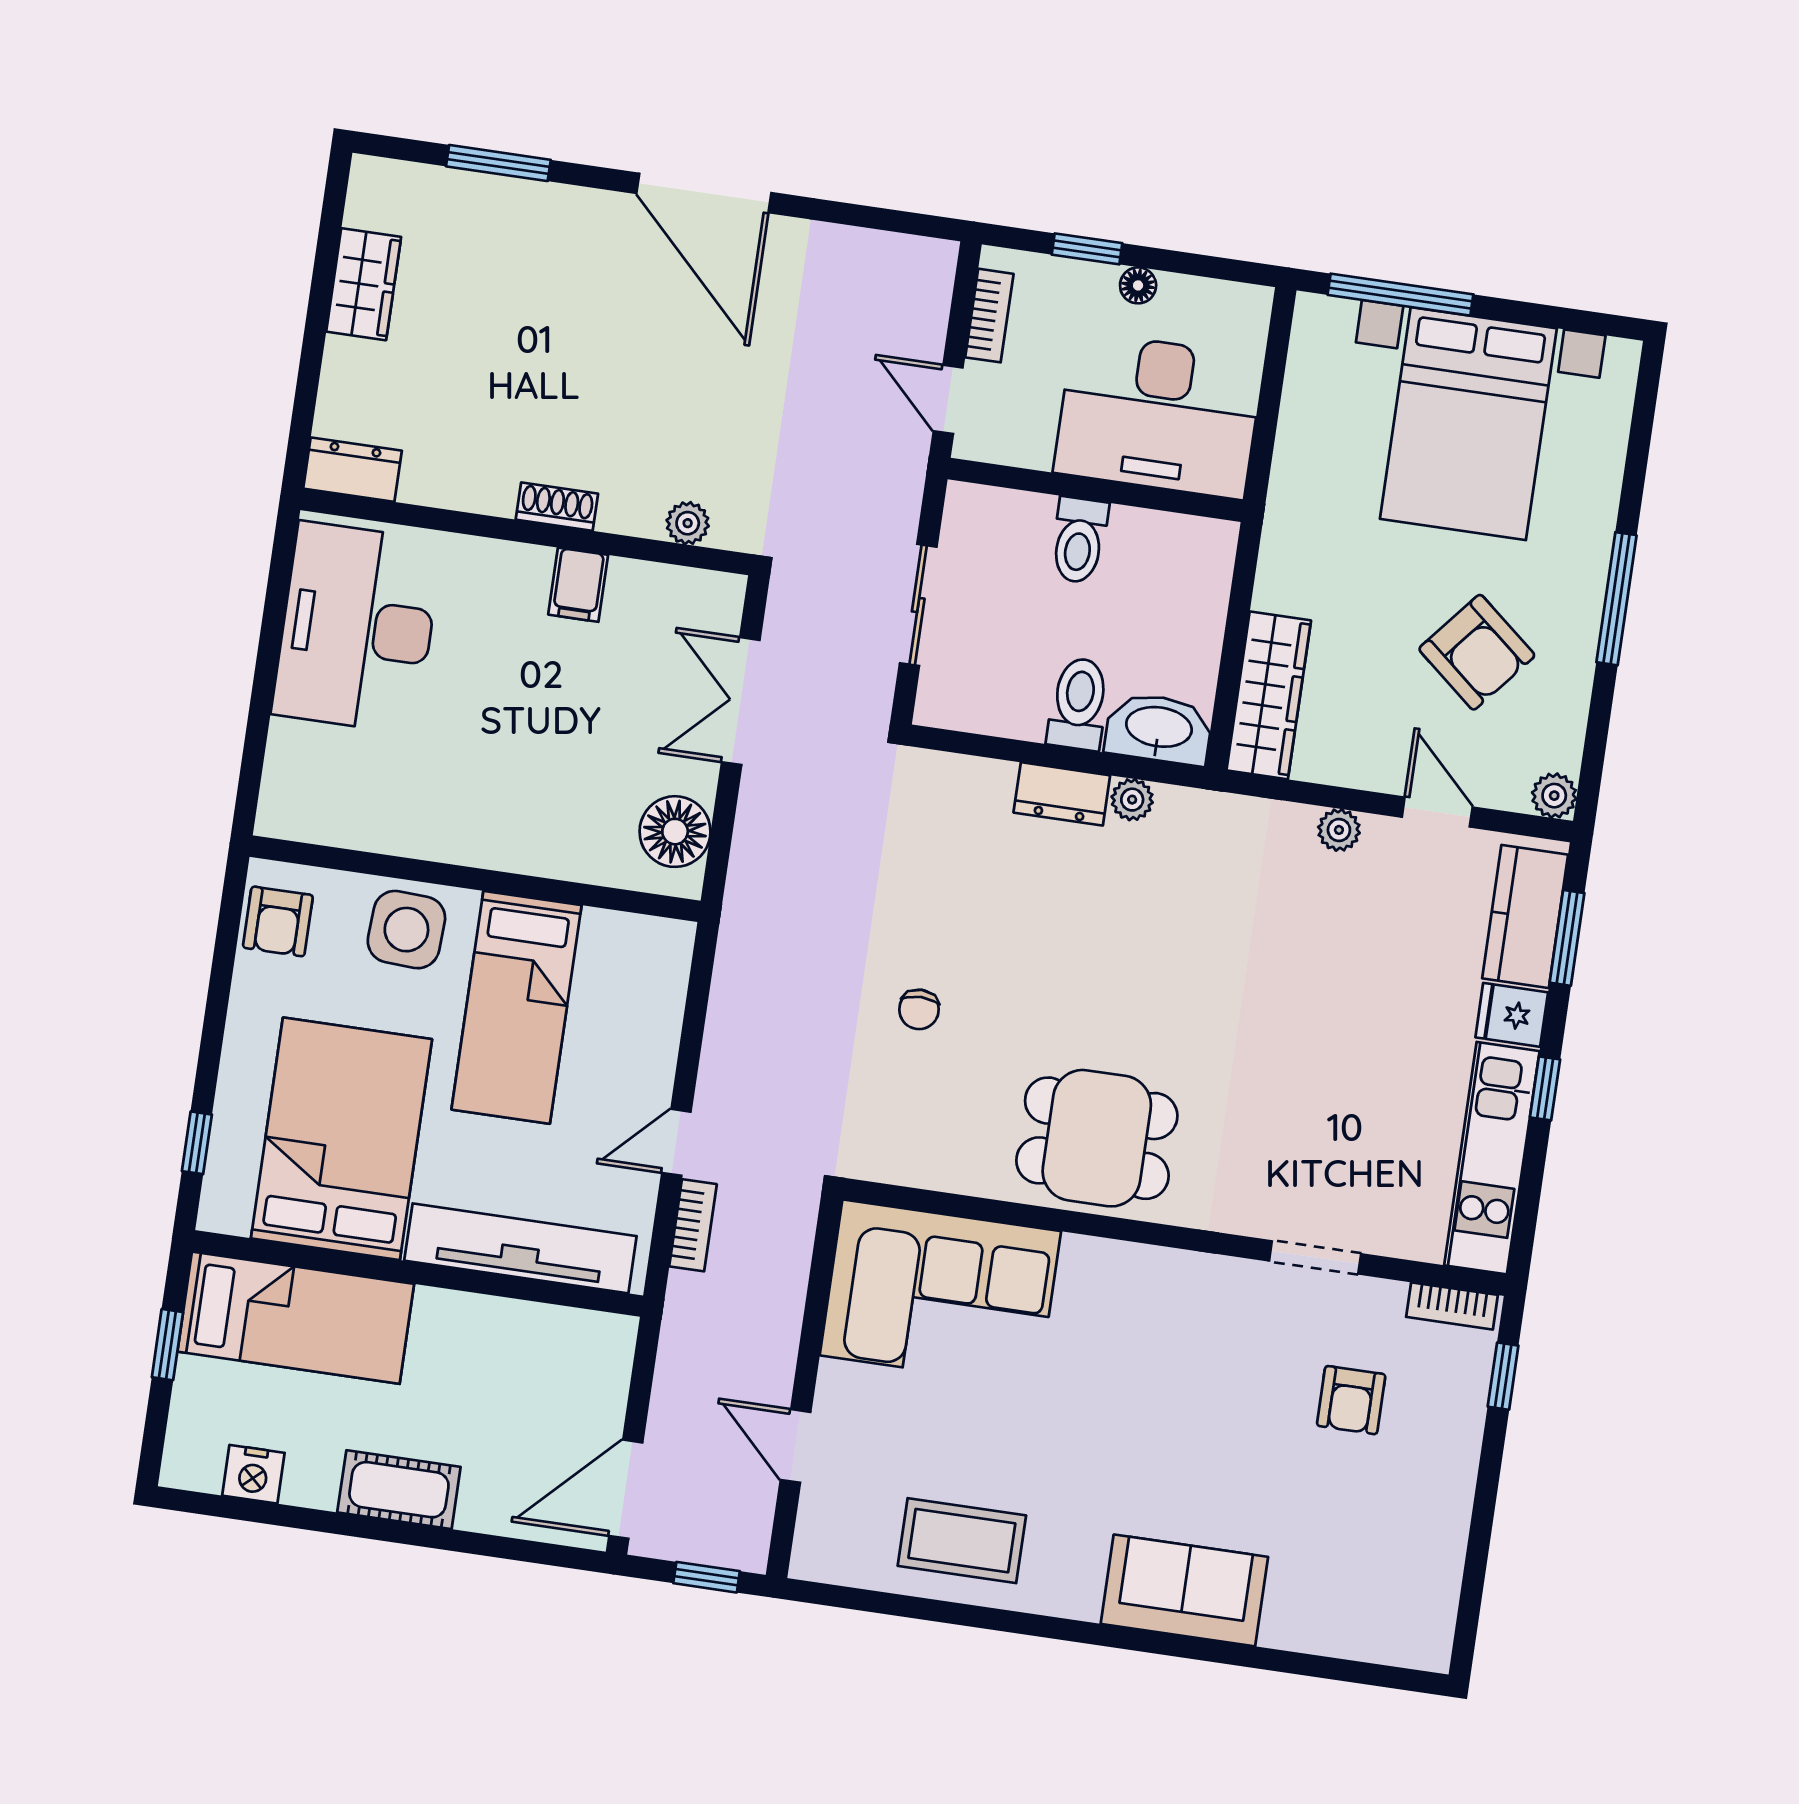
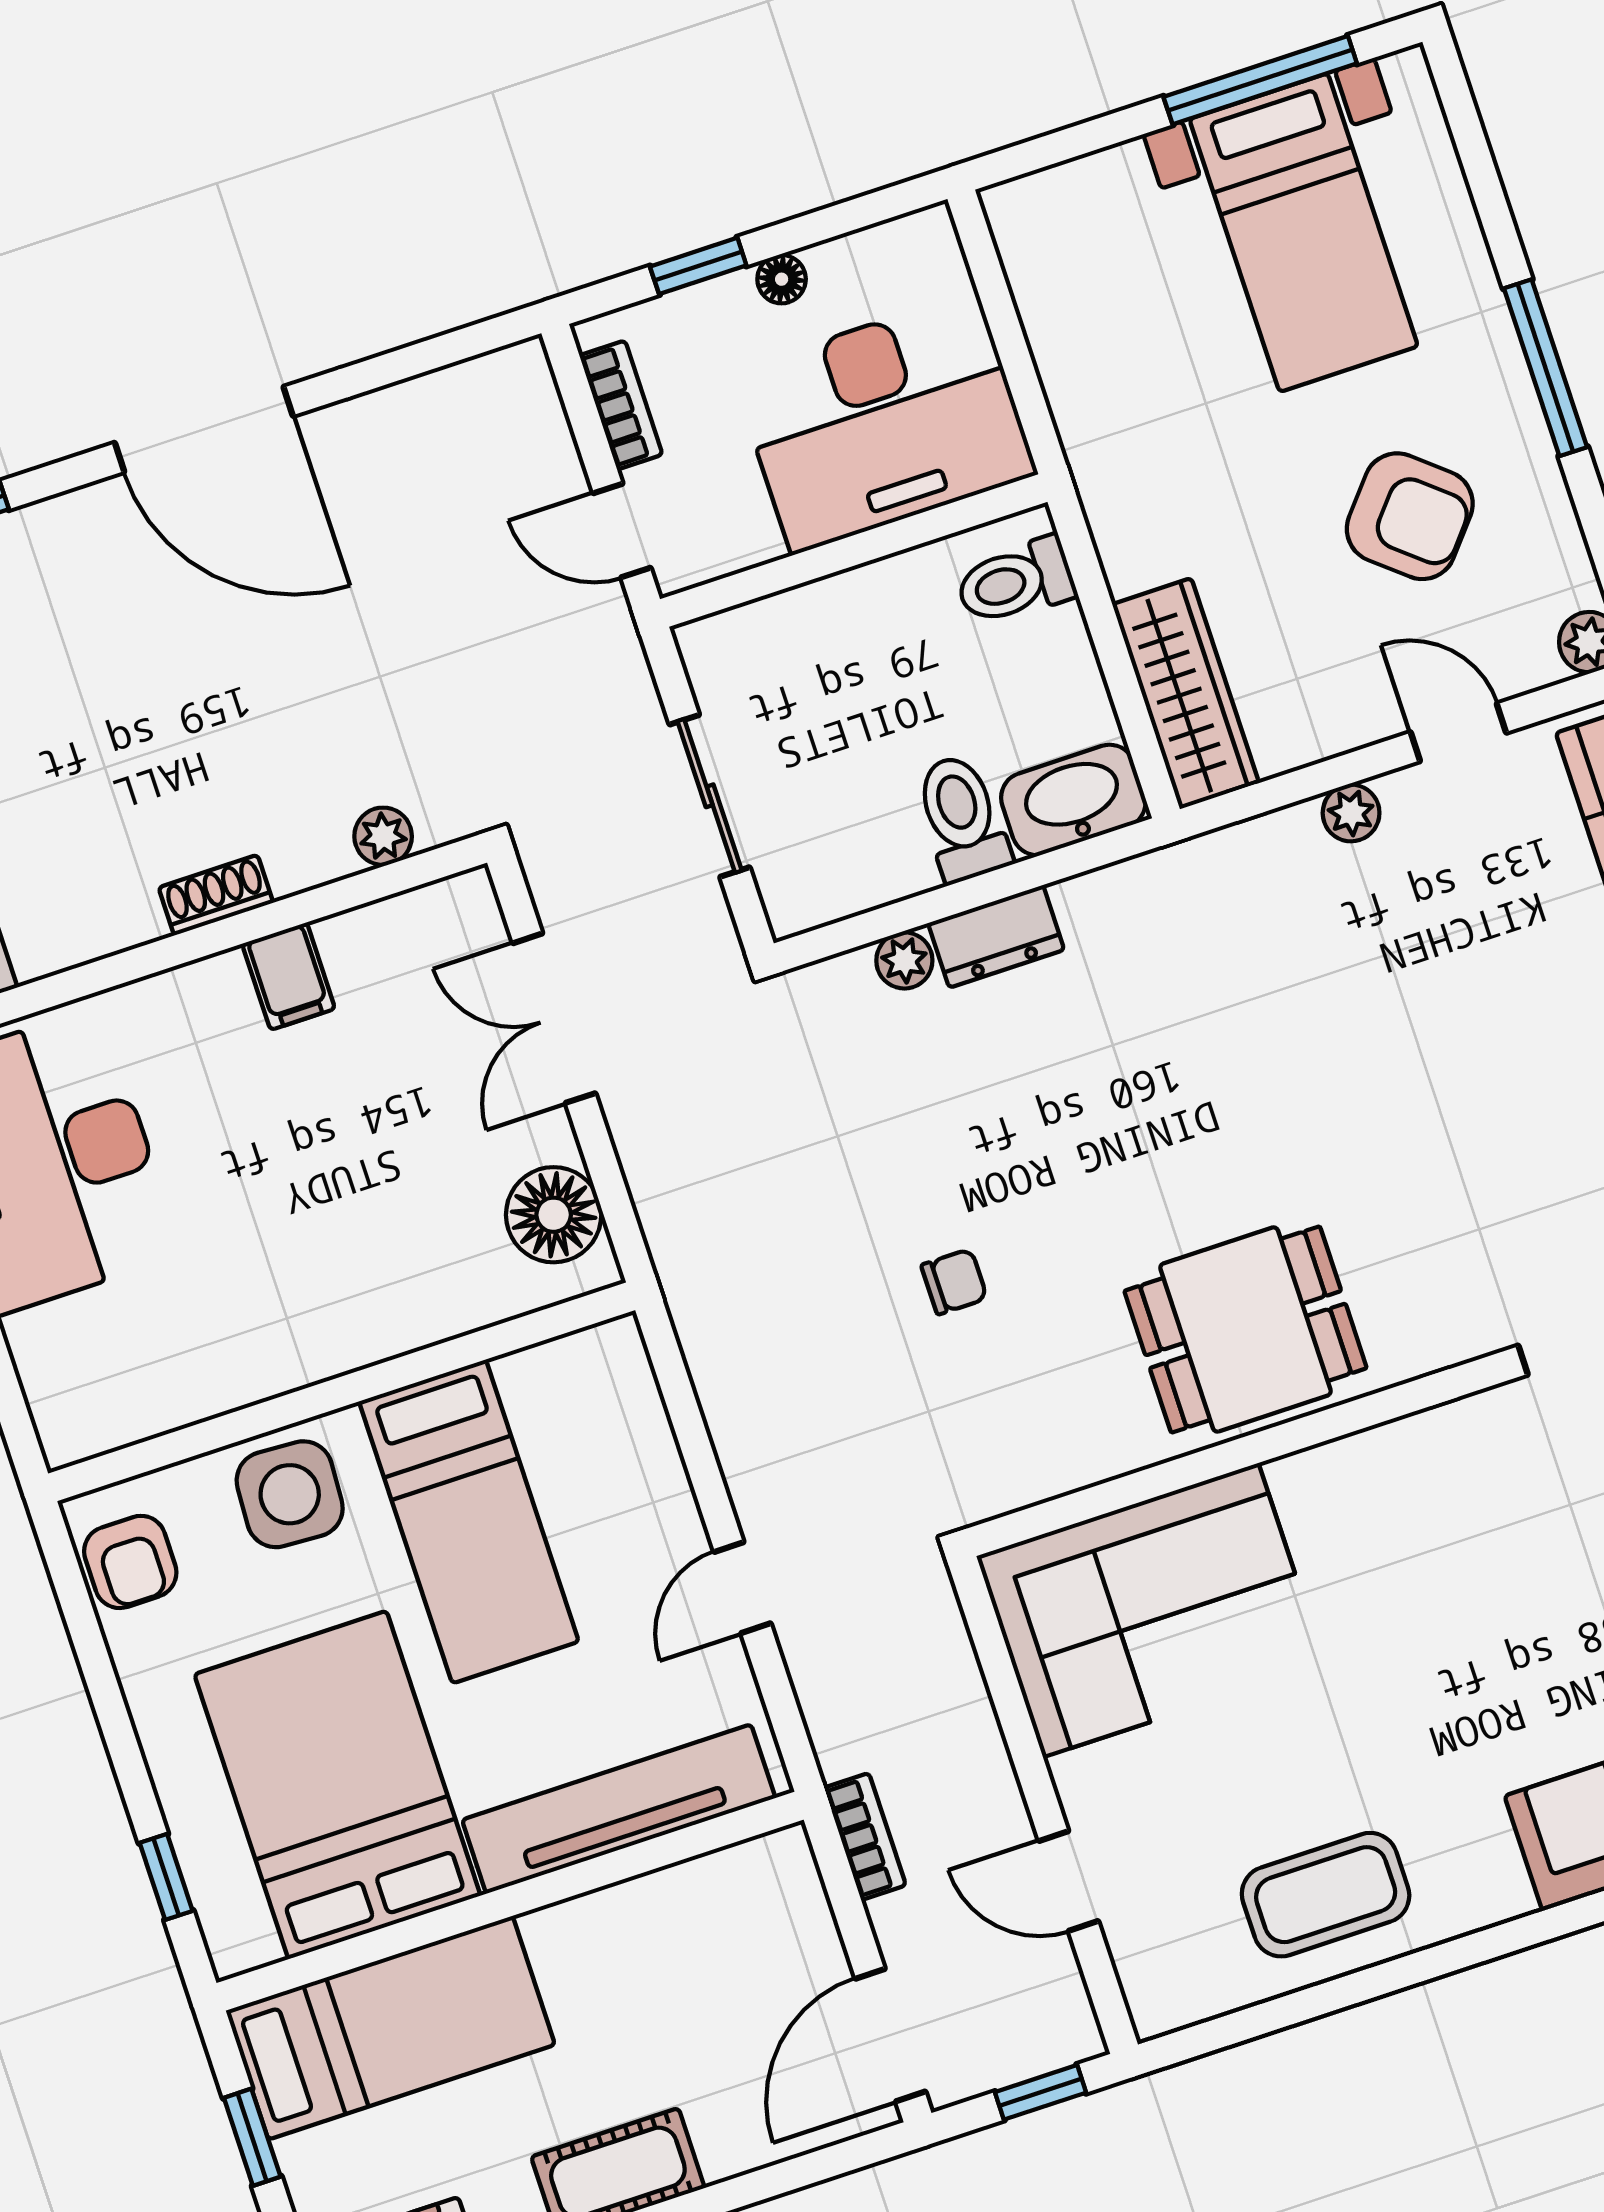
window: (1400, 295) -> (1260, 80), moved
bed with nightstands: (1468, 424) -> (1304, 233), width x0.73
toilet: (1079, 540) -> (1015, 582), moved, turned 90
plant: (1132, 800) -> (904, 960), moved
chair: (919, 1009) -> (954, 1282), turned -90
bookcase: (693, 1225) -> (865, 1836), moved

